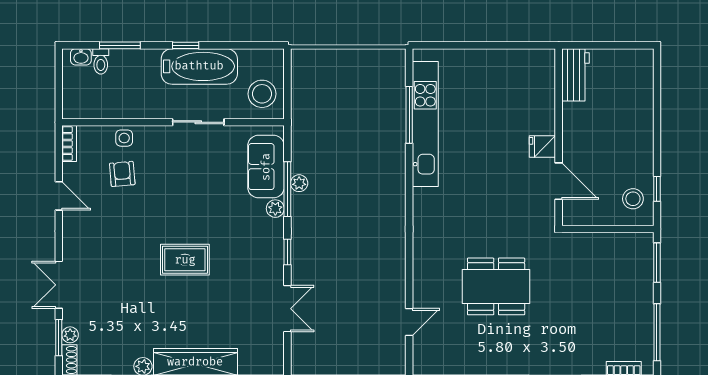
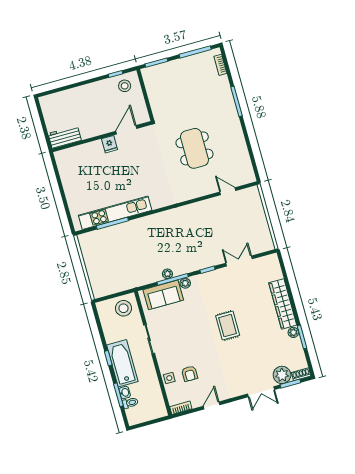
washbasin: (81, 57) -> (125, 393), moved
bathtub: (199, 66) -> (122, 363), moved
armchair: (122, 174) -> (190, 374), turned -85
plant: (70, 335) -> (282, 375), width x1.87, depth x1.87

